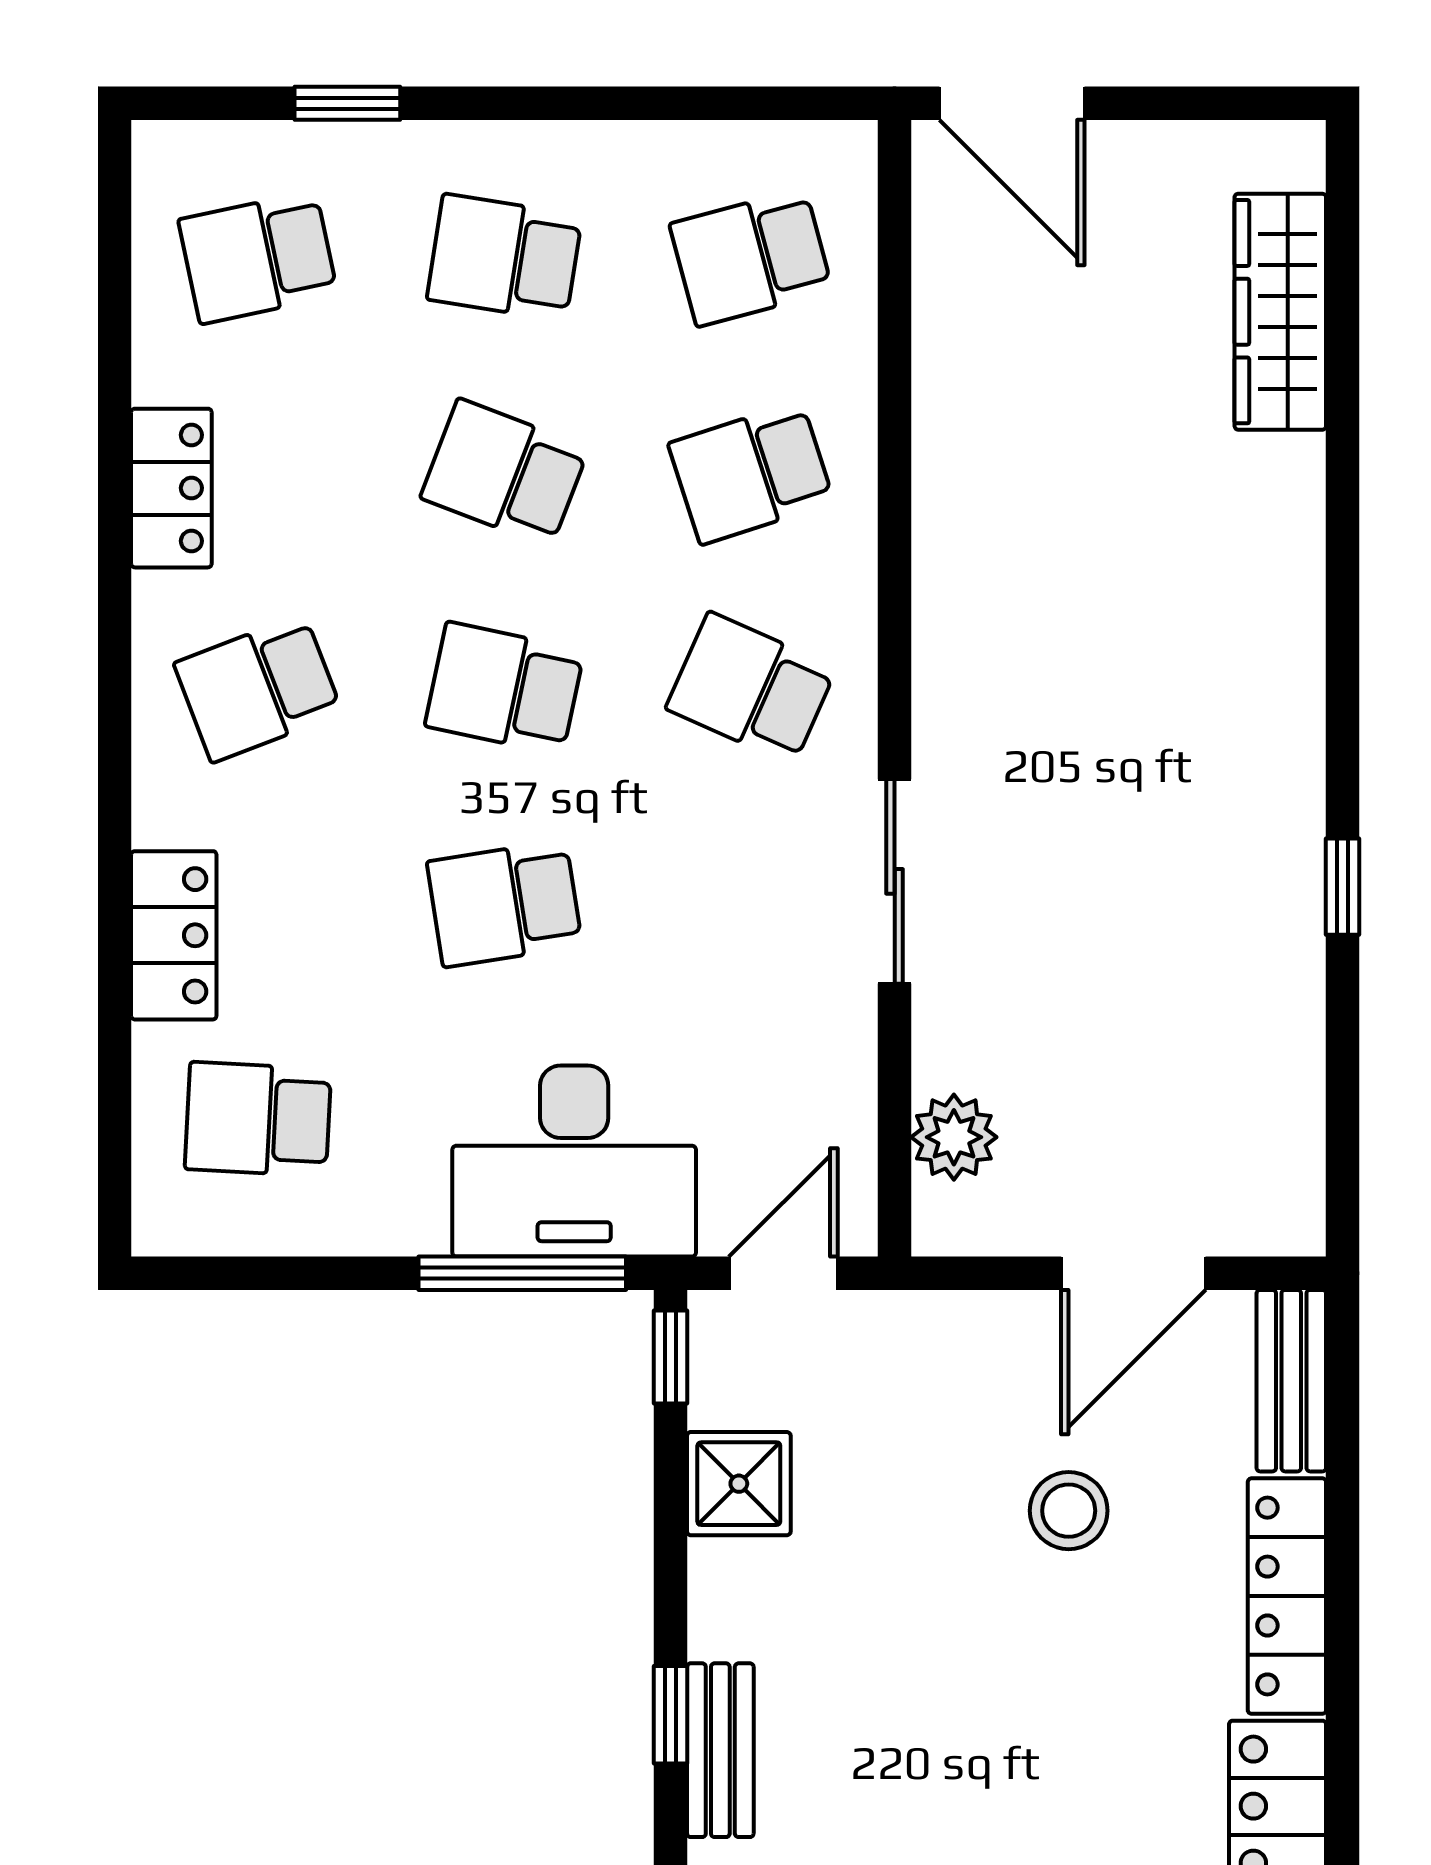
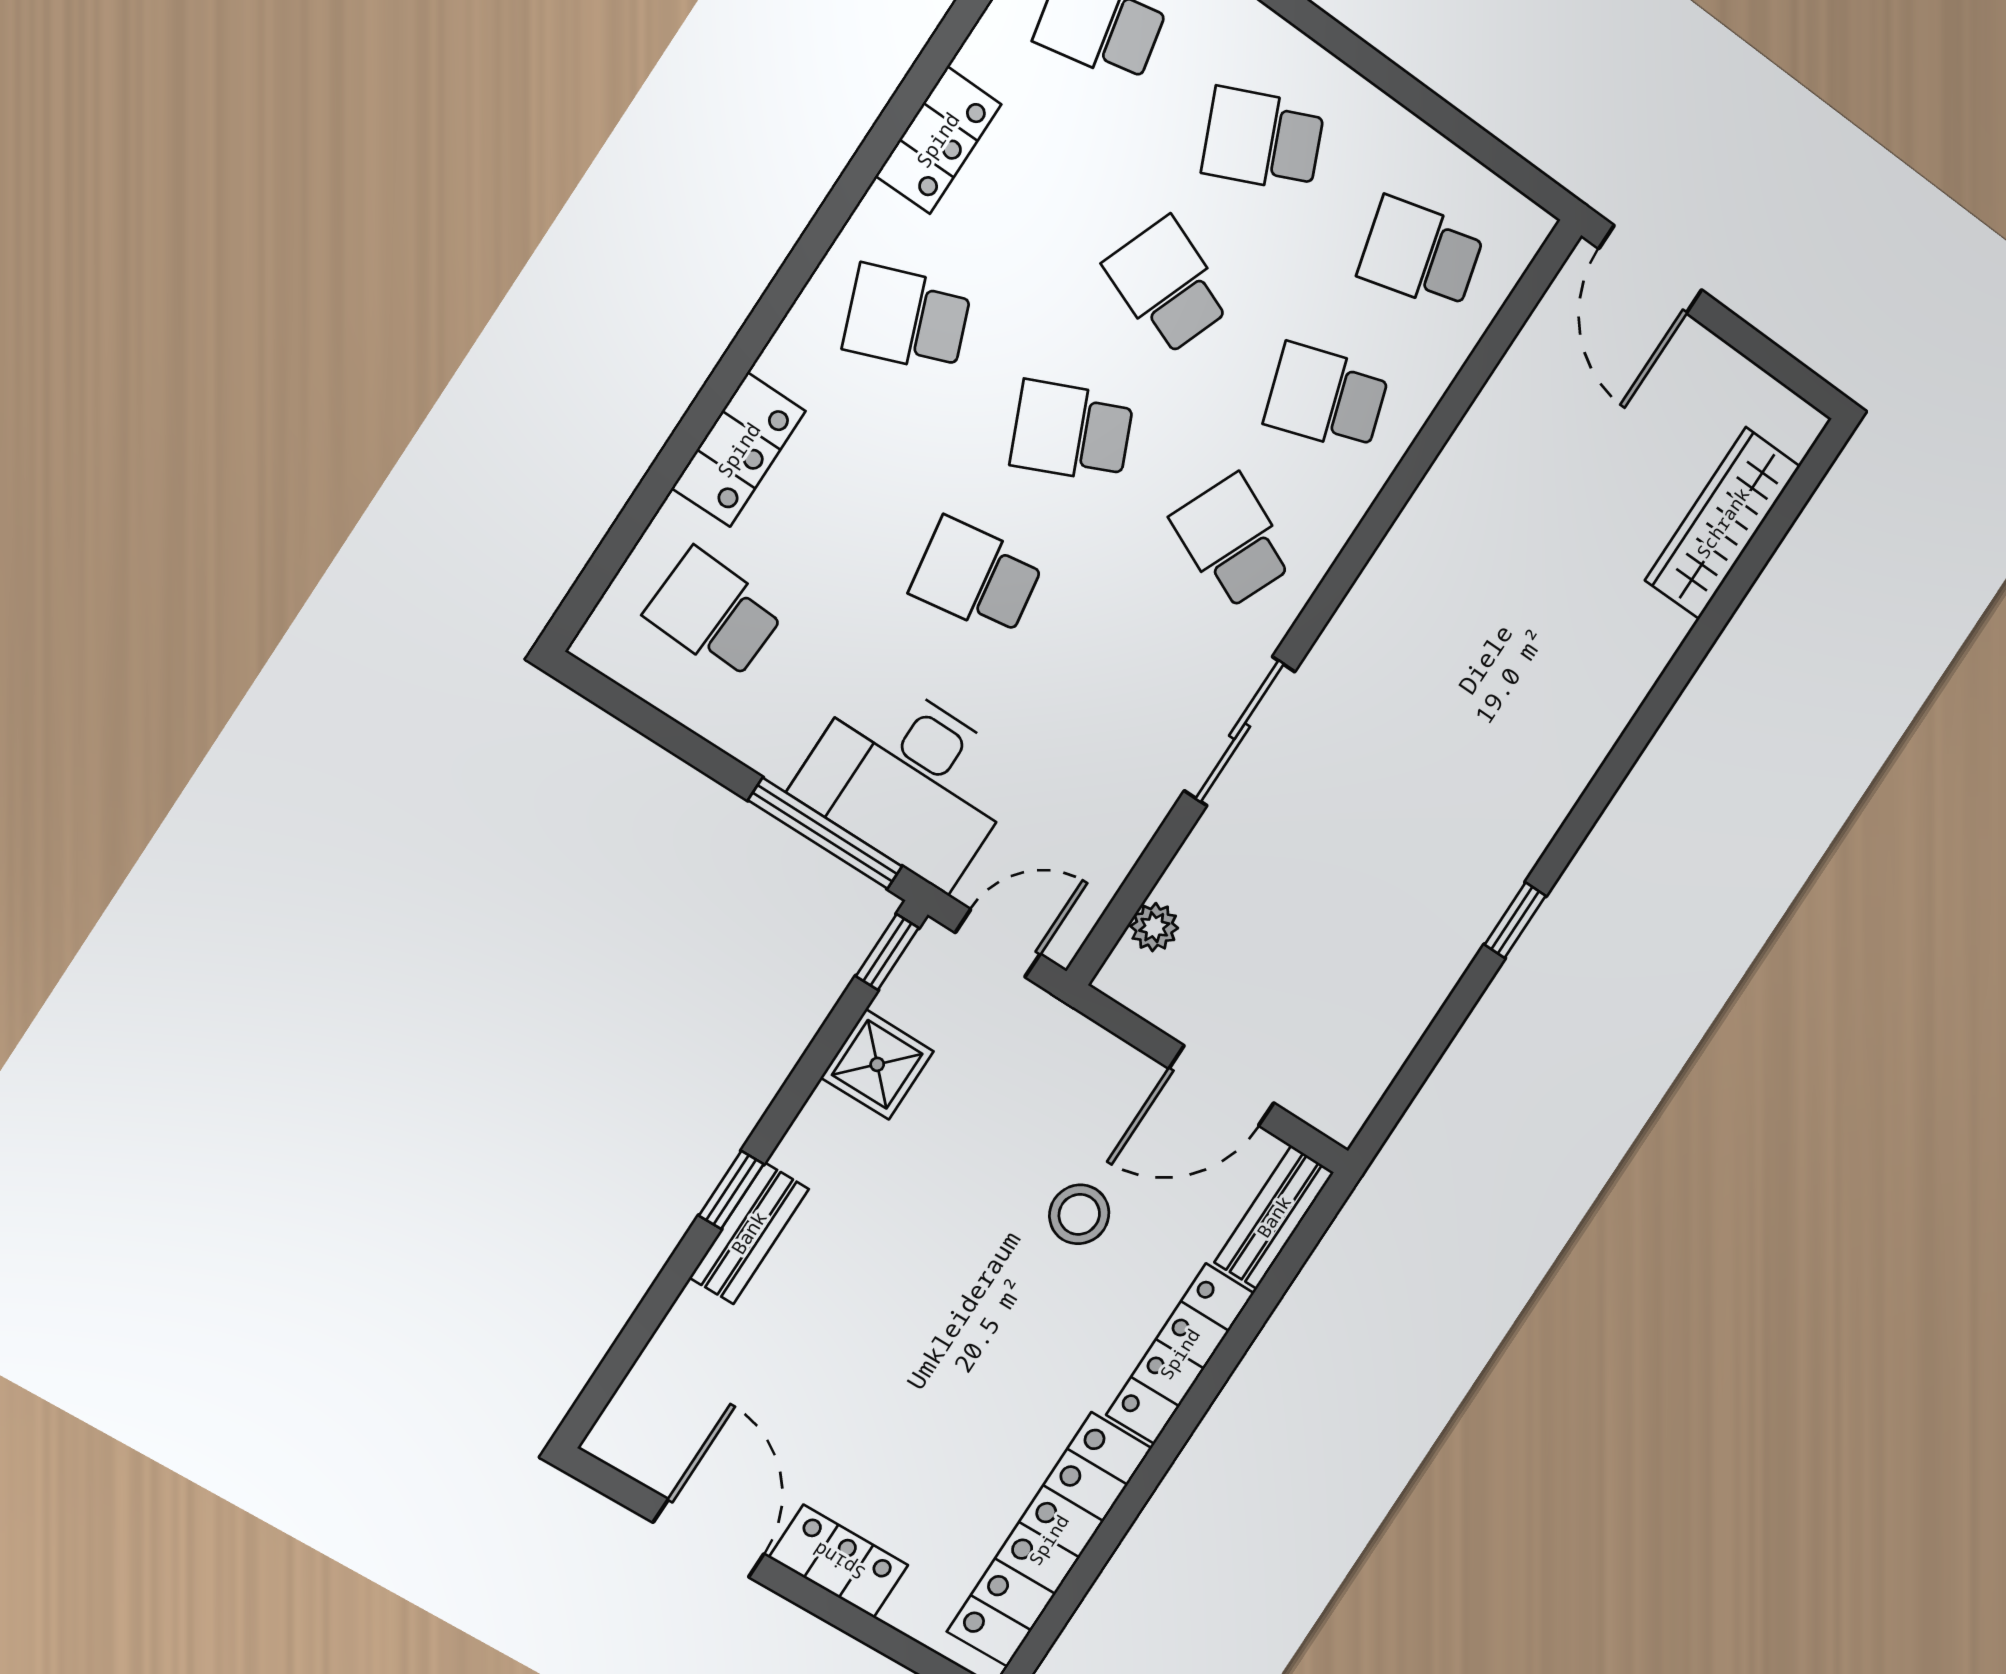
school desk: (505, 257) -> (1263, 140), turned -33
school desk: (505, 688) -> (1072, 431), turned -36
plant: (954, 1137) -> (1154, 927), width x0.73, depth x0.73

